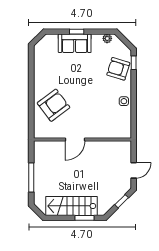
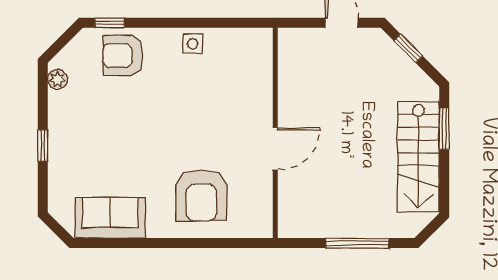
sofa: (75, 43) -> (110, 218), moved, turned -90
armchair: (118, 69) -> (123, 56), turned 73
armchair: (54, 105) -> (201, 195), turned -143
door: (75, 140) -> (275, 149), hinge flipped

